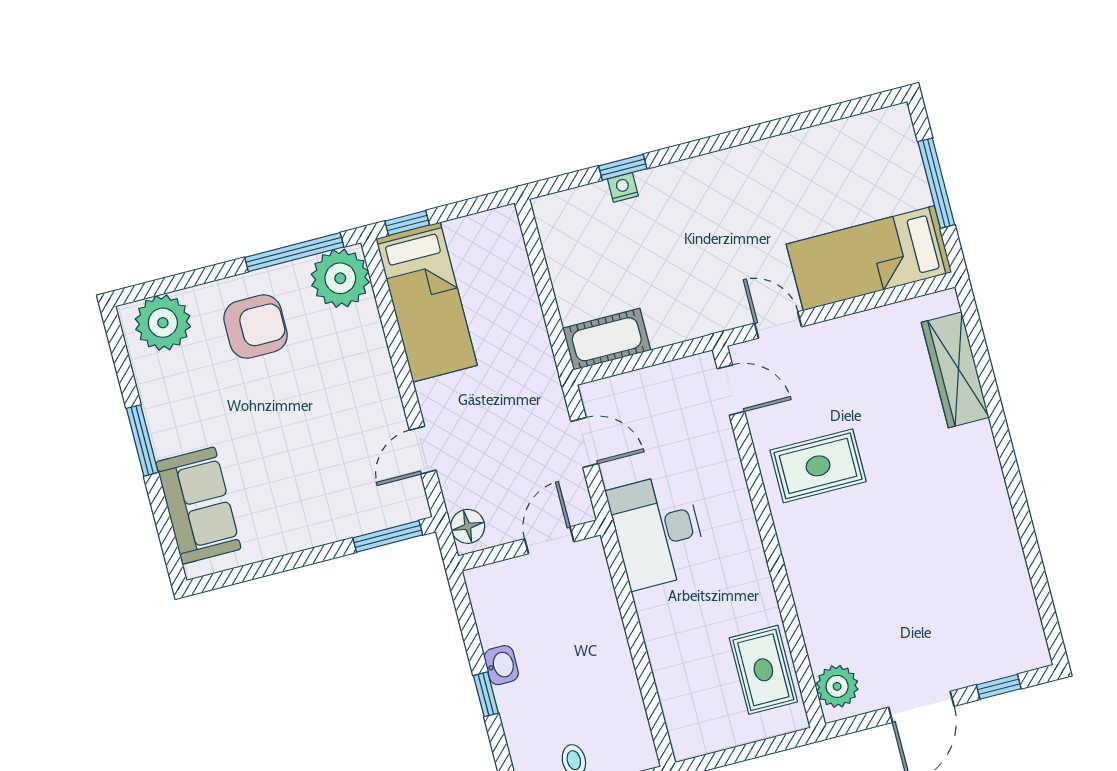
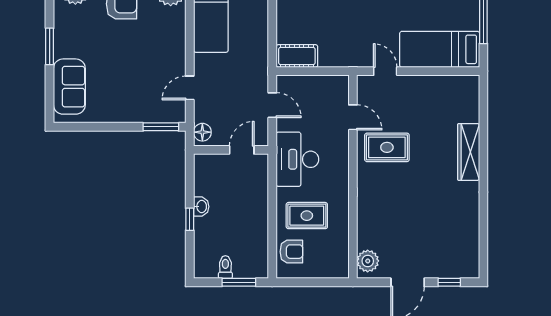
wardrobe: (955, 370) -> (469, 152), moved
door: (731, 390) -> (353, 117), moved
rug: (763, 670) -> (307, 216), moved, turned 90
armchair: (691, 706) -> (291, 252), added

